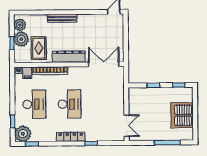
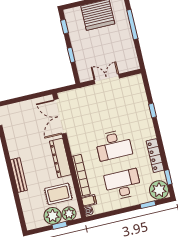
plant: (20, 25) -> (69, 214), moved
desk: (69, 104) -> (114, 145), turned 180
double door: (127, 126) -> (107, 79), moved
locker: (71, 137) -> (155, 156), moved

